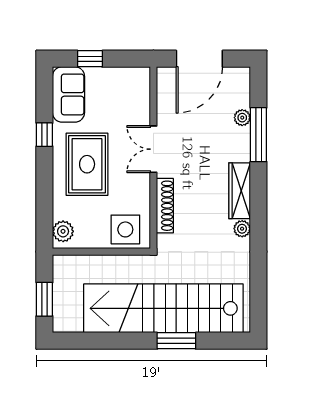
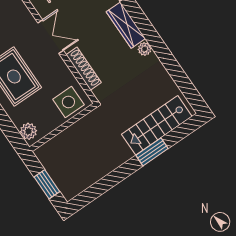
double door: (153, 149) -> (51, 37), swing flipped
stairs: (163, 308) -> (157, 125), width x0.54, depth x0.66

